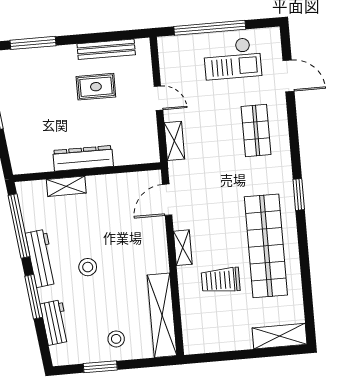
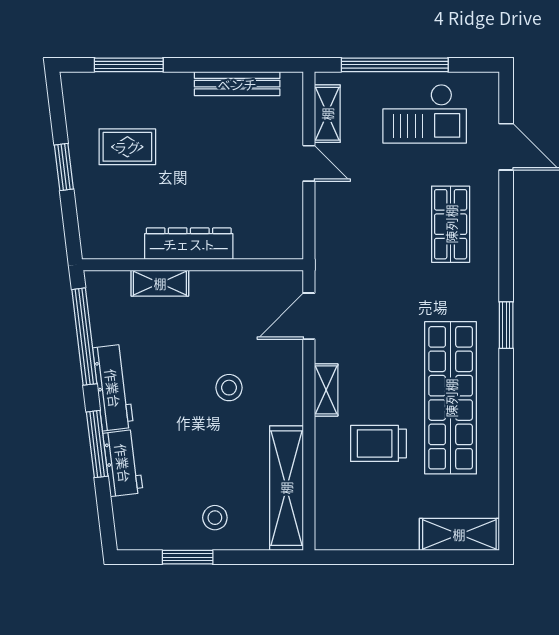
rug: (96, 87) -> (127, 147), moved
shelving: (174, 141) -> (327, 114), moved
stool: (88, 267) -> (229, 388), moved
workbench: (55, 322) -> (123, 463), moved

